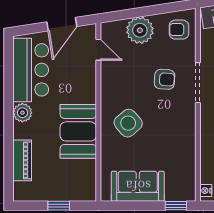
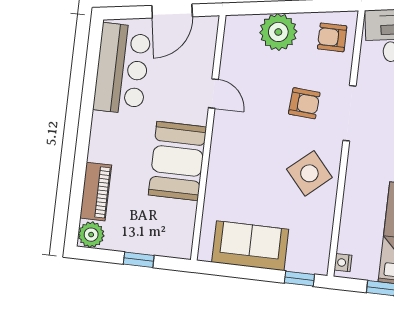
door: (98, 50) -> (213, 94), moved
plant: (22, 113) -> (91, 235), moved
side table: (128, 123) -> (309, 173), moved

